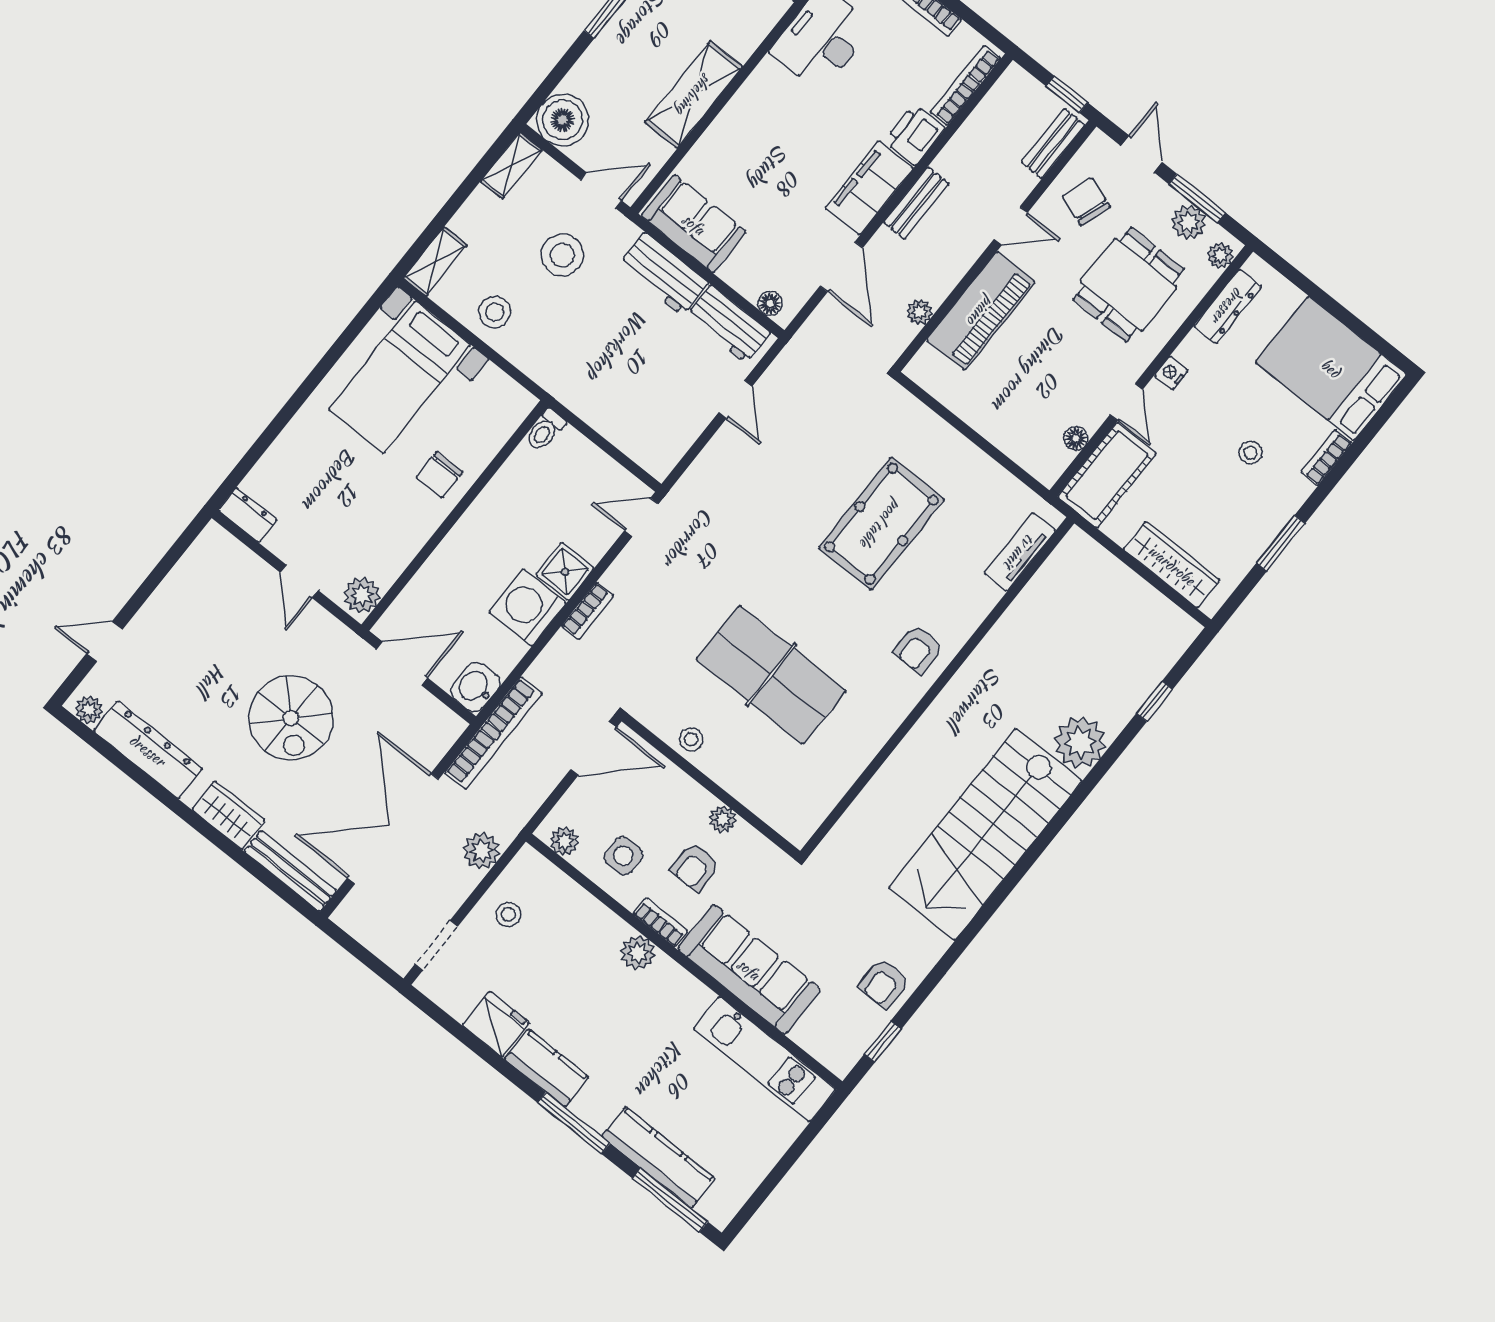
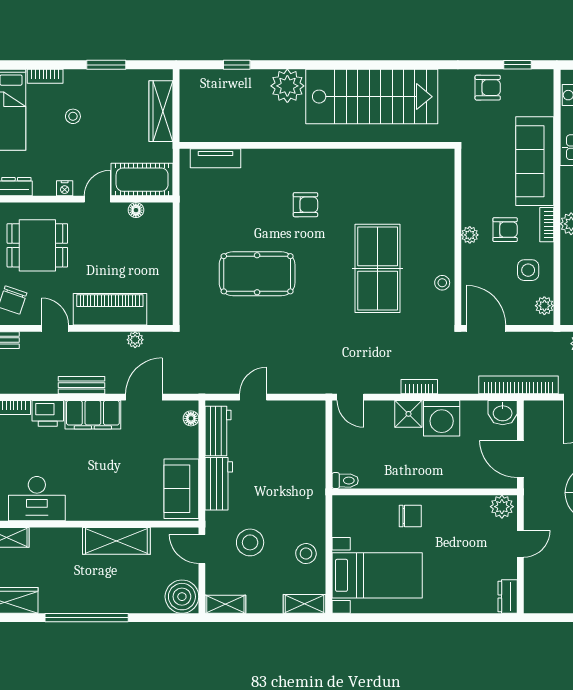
tv unit: (1020, 552) -> (216, 158), moved
wall: (937, 687) -> (317, 145), moved

